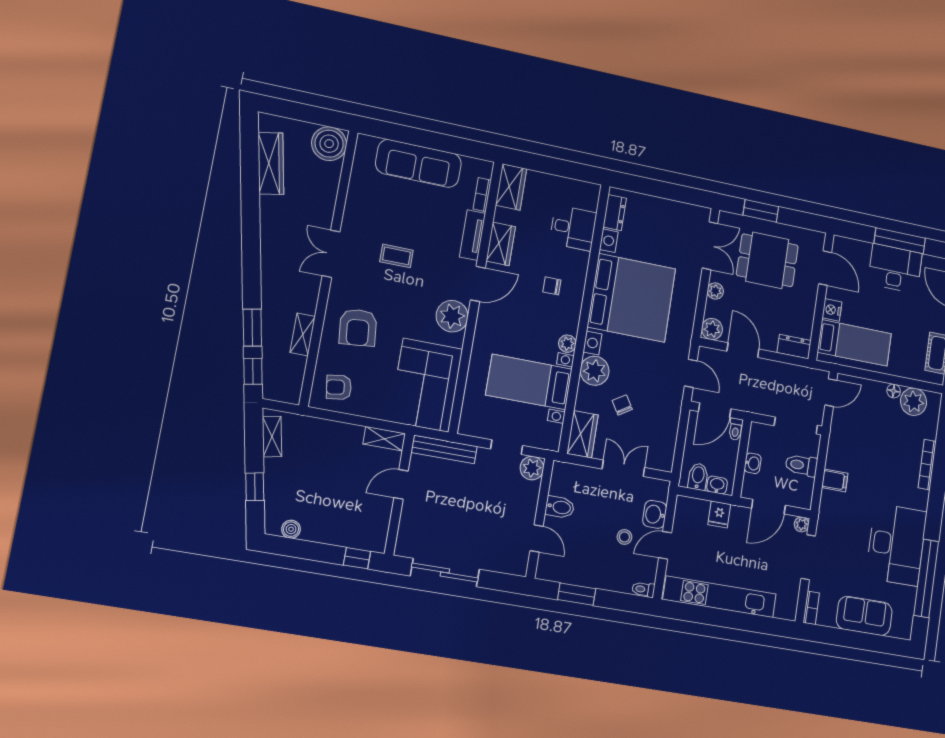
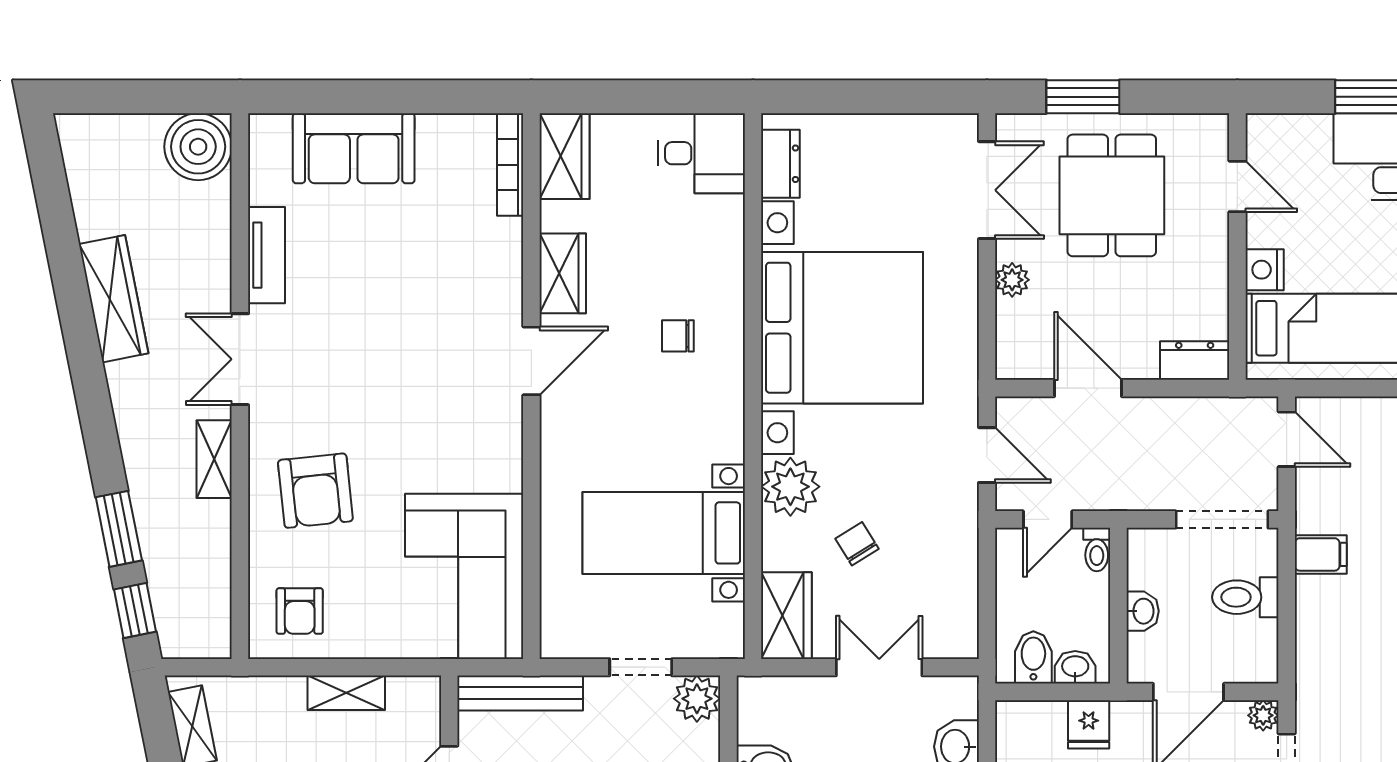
wardrobe: (271, 163) -> (114, 299), moved
sofa: (418, 163) -> (354, 148), width x0.73
bookcase: (482, 195) -> (510, 165), width x1.56
desk: (573, 228) -> (702, 153), moved
tv unit: (473, 235) -> (267, 255), moved, turned 180
coffee table: (396, 256) -> (365, 338), removed
dining table: (767, 260) -> (1112, 195), turned 90
door: (825, 268) -> (1237, 186), width x0.73
plant: (452, 316) -> (492, 434), removed
plant: (712, 329) -> (1017, 358), removed
shelving: (303, 334) -> (214, 459), moved
plant: (567, 344) -> (727, 444), removed
armchair: (339, 387) -> (300, 611), turned -82
door: (831, 393) -> (1287, 439), hinge flipped
door: (715, 410) -> (1048, 519), width x0.73
shelving: (384, 439) -> (346, 693), moved
filing cabinet: (835, 480) -> (1321, 554), moved

